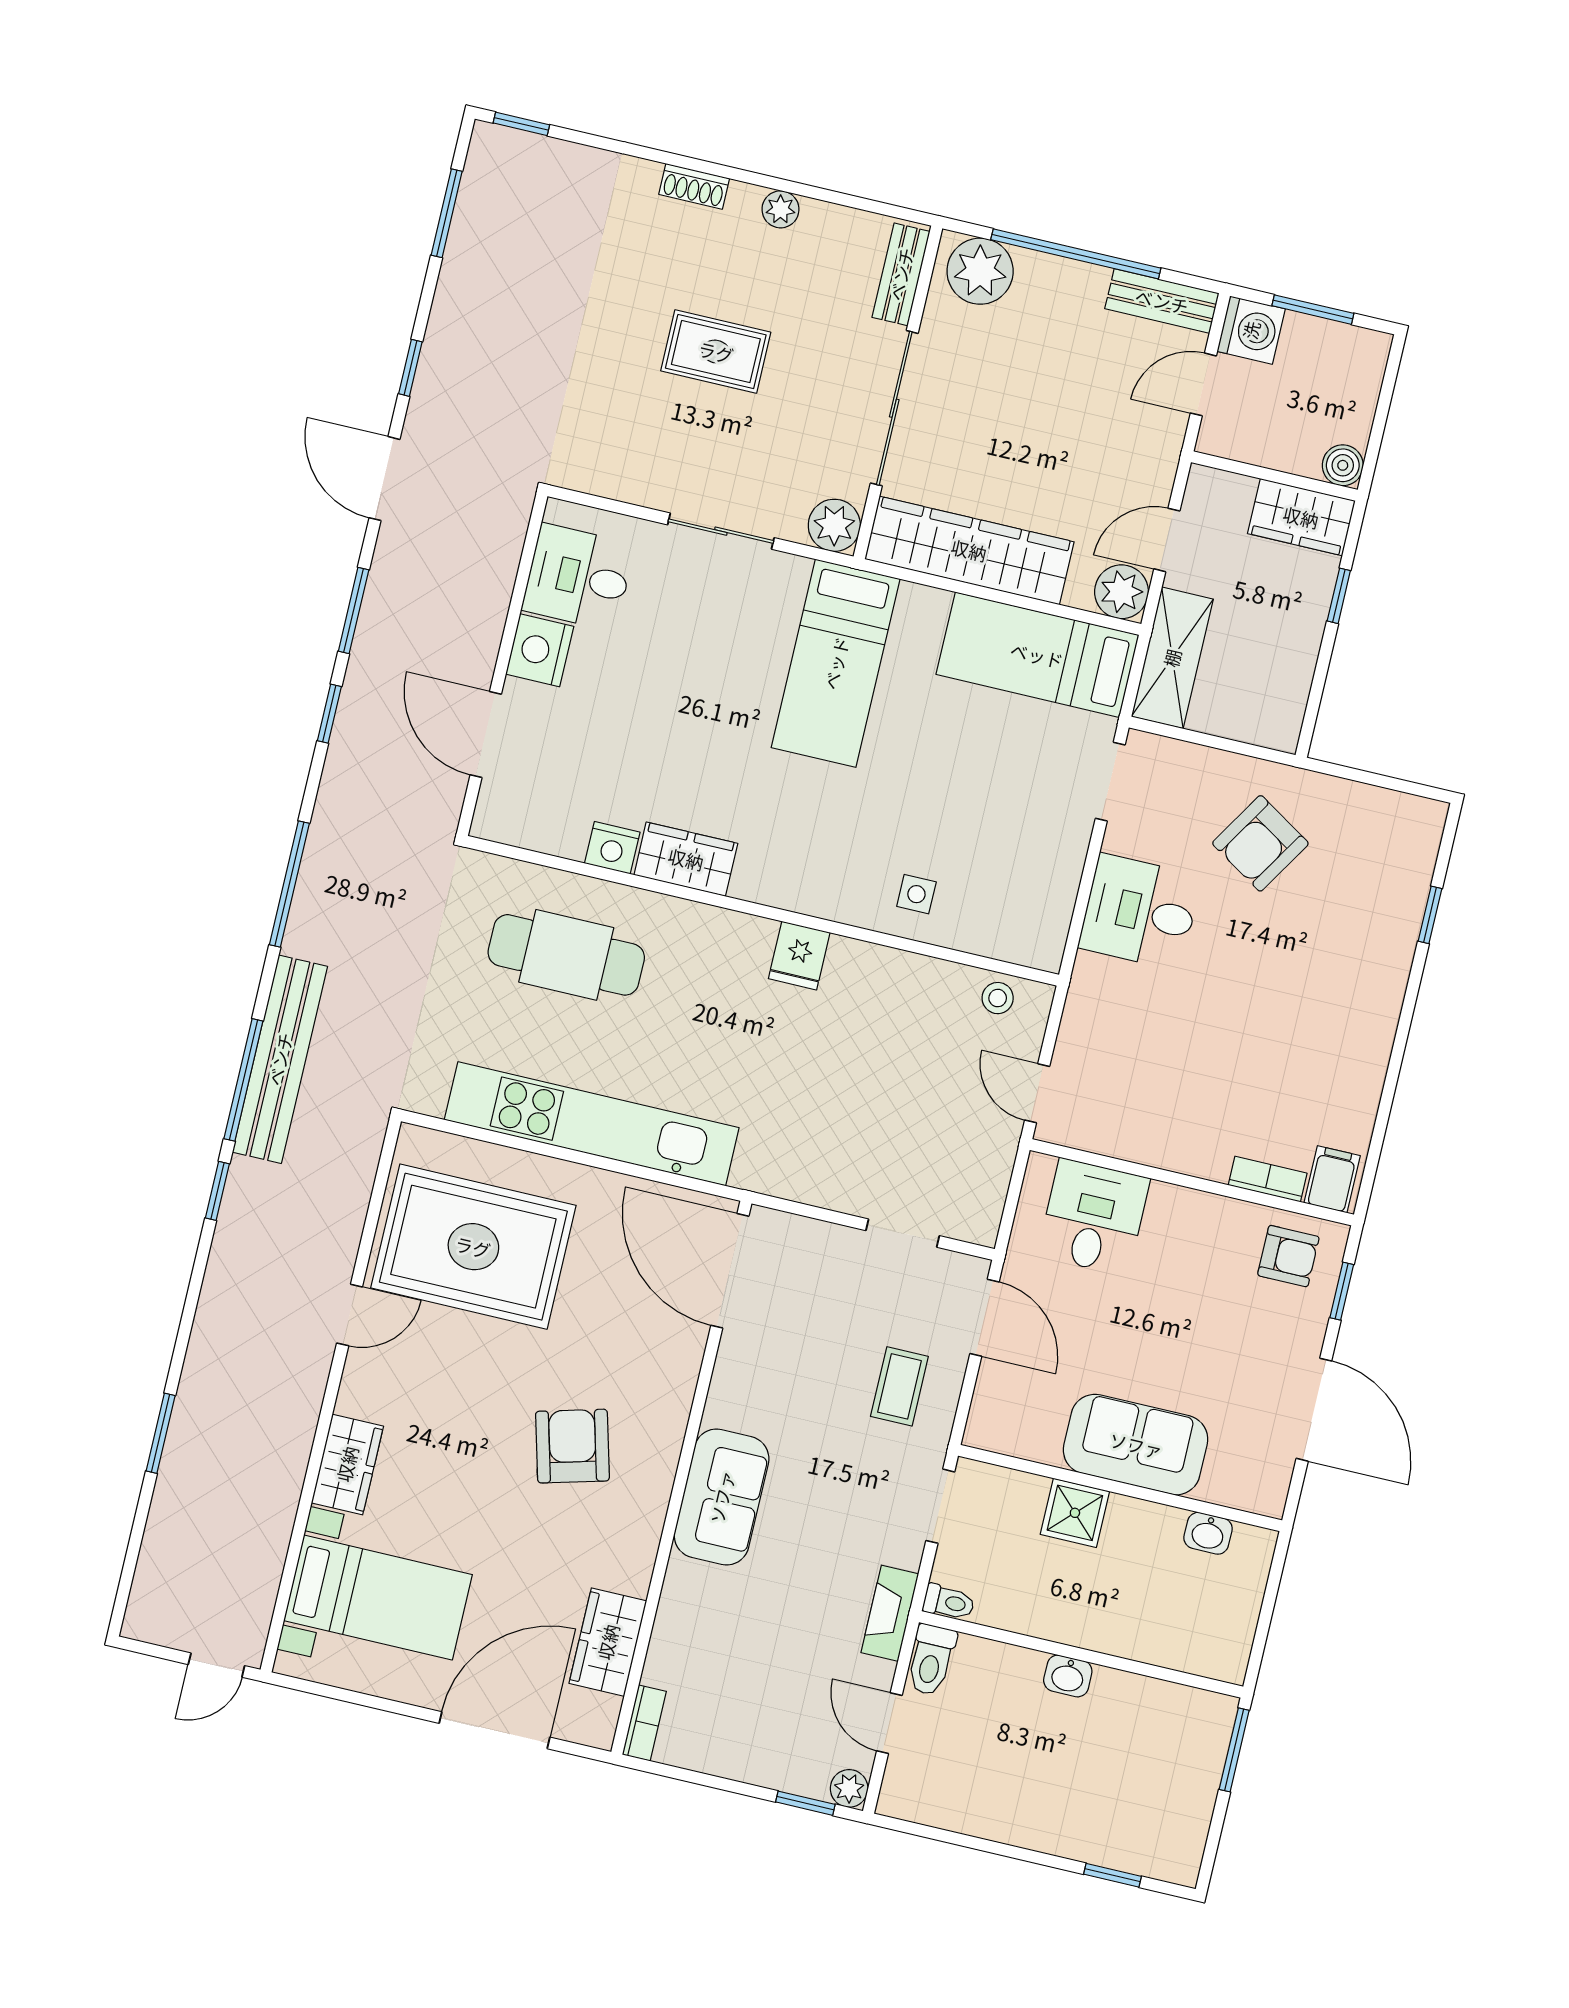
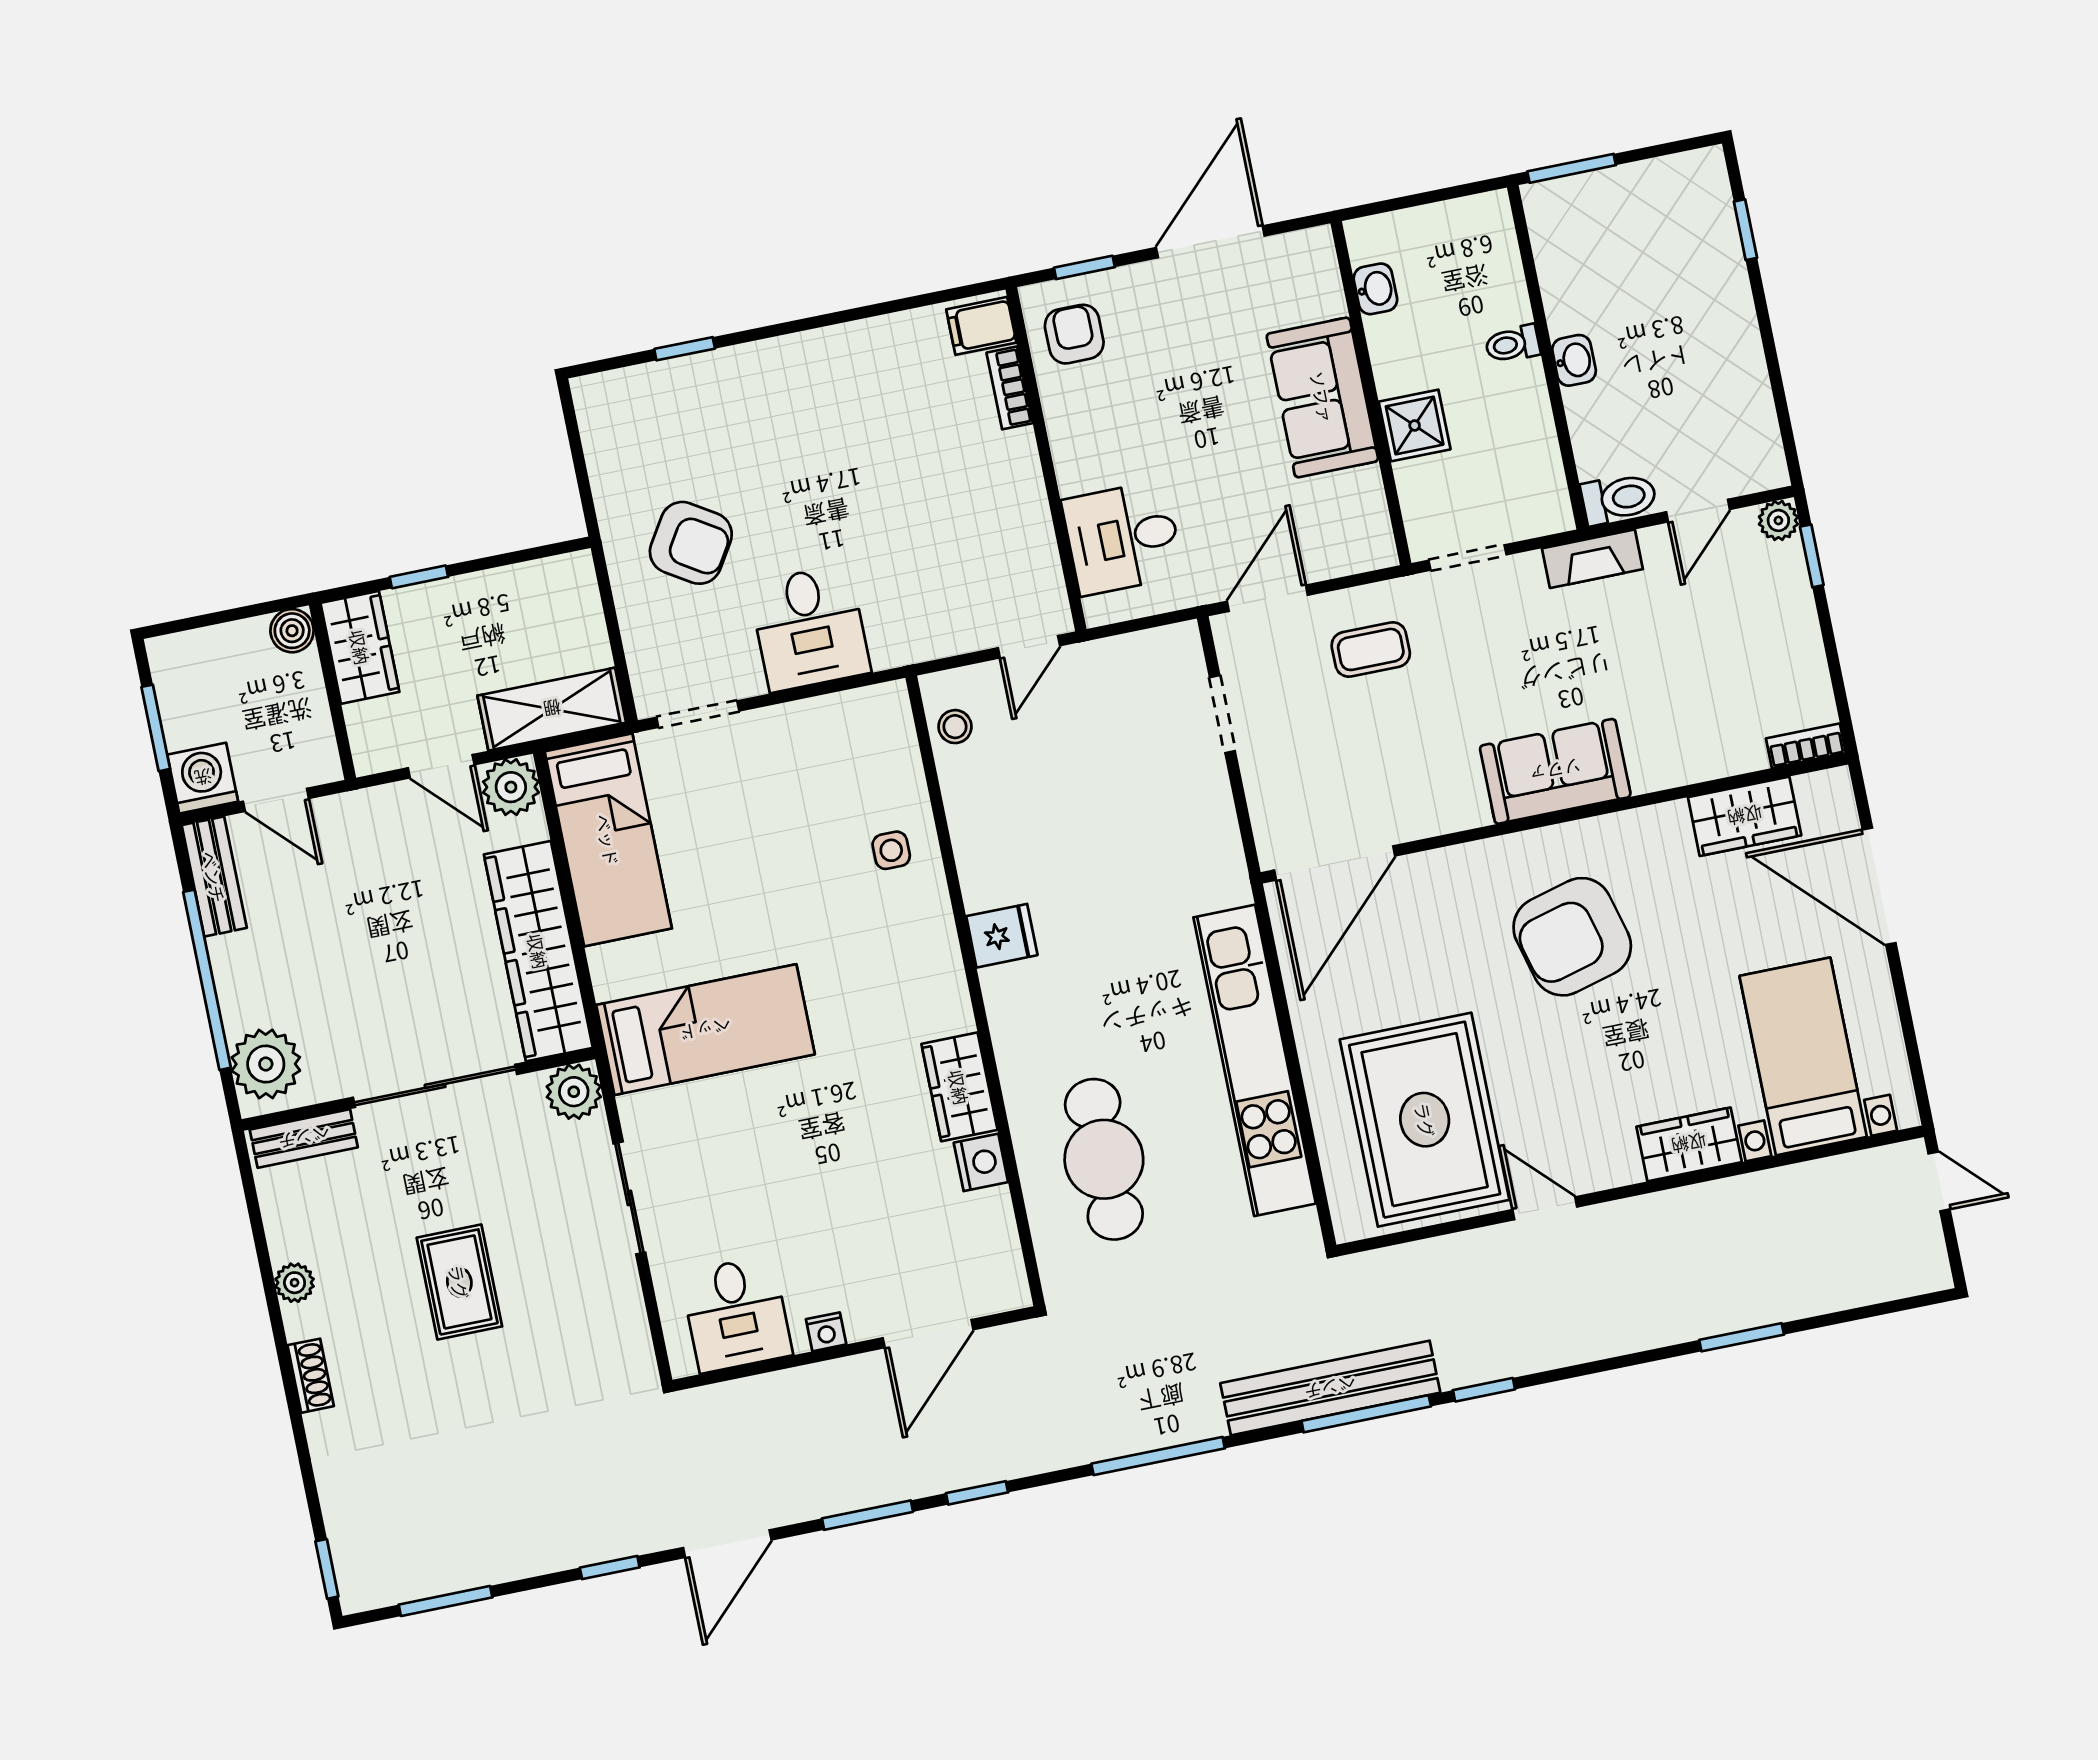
nightstand: (540, 650) -> (826, 1332), width x0.53, depth x0.56
armchair: (572, 1446) -> (1572, 937), width x1.36, depth x1.36
toilet: (949, 1602) -> (1512, 344), moved, turned -90

